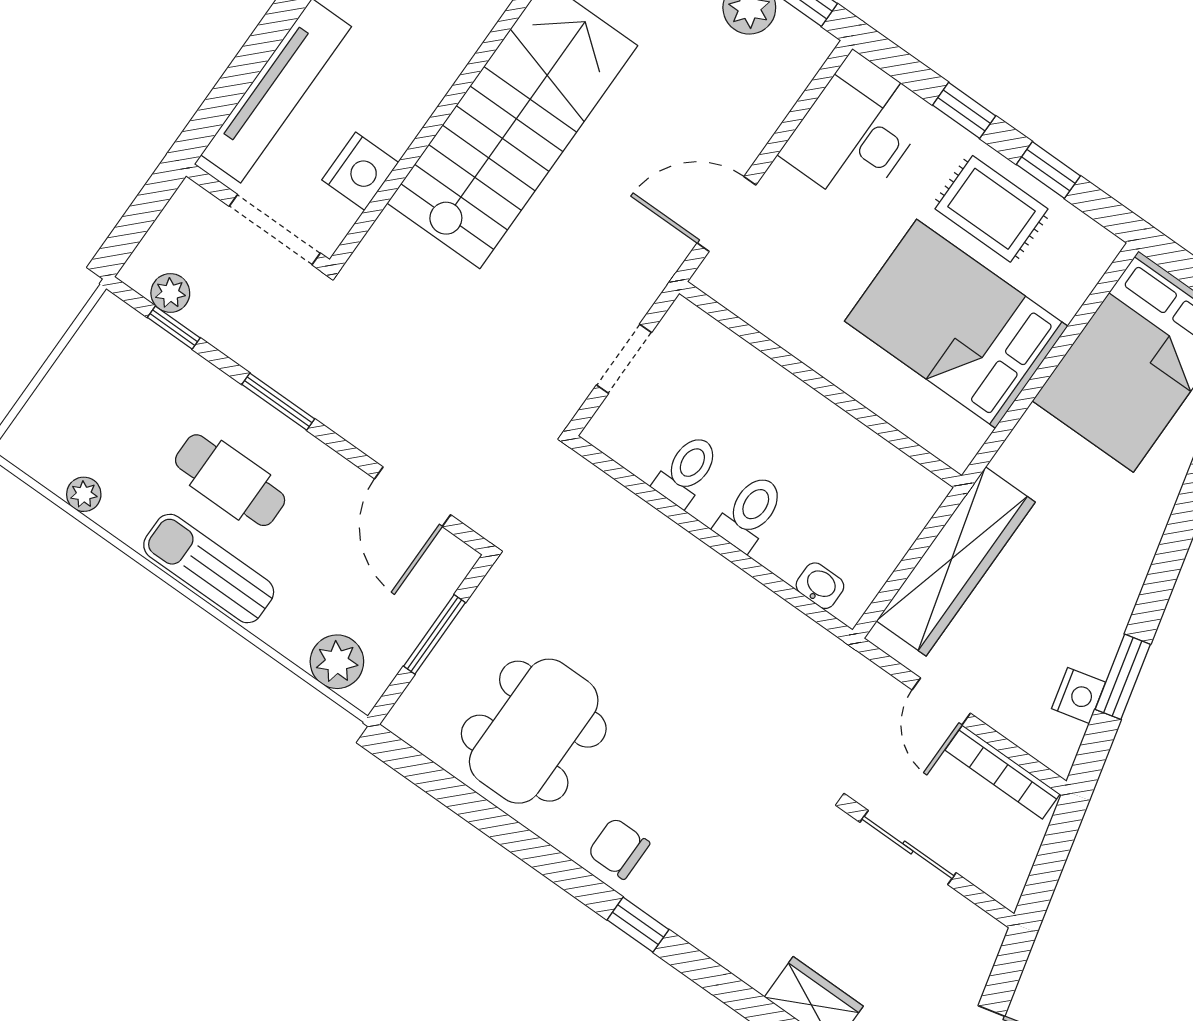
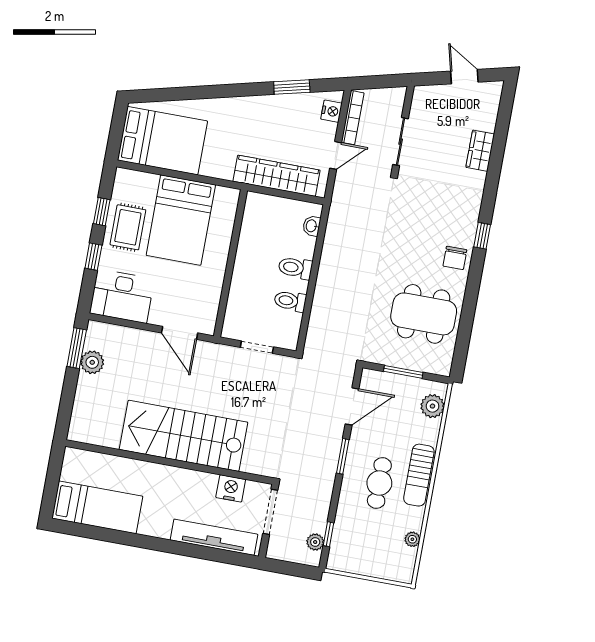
window: (278, 402) -> (343, 456), moved
nightstand: (1079, 695) -> (331, 111), moved, turned 104

